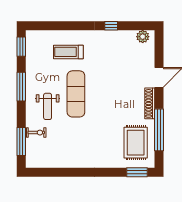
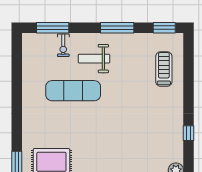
treadmill: (68, 52) -> (164, 69), moved
exercise mat: (76, 94) -> (73, 91), moved

